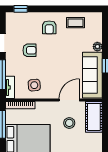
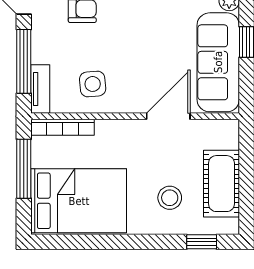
cot: (94, 117) -> (221, 184), moved
stool: (69, 123) -> (170, 198), moved

